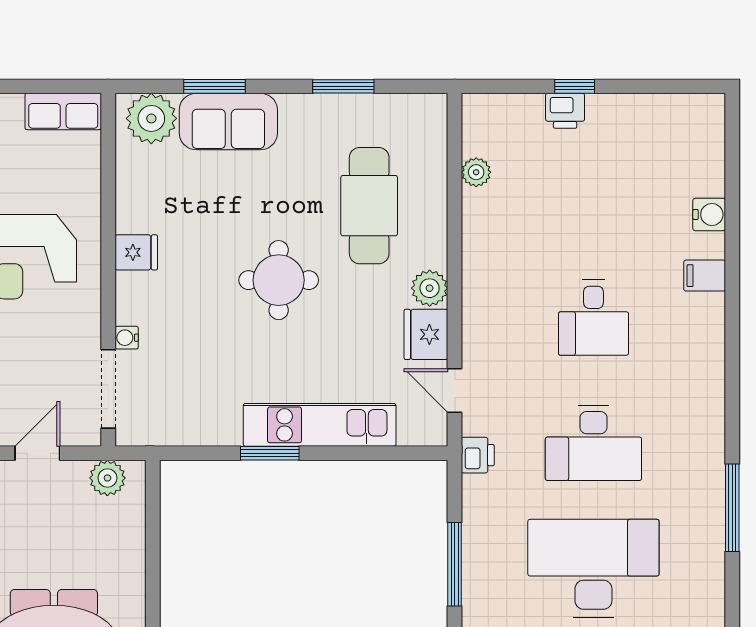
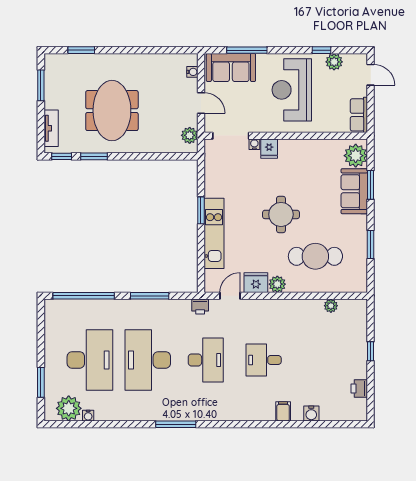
printer: (565, 111) -> (359, 389), moved
fridge: (136, 252) -> (269, 149), moved
desk: (593, 443) -> (206, 360), turned 180
desk: (593, 568) -> (148, 360), turned 180

